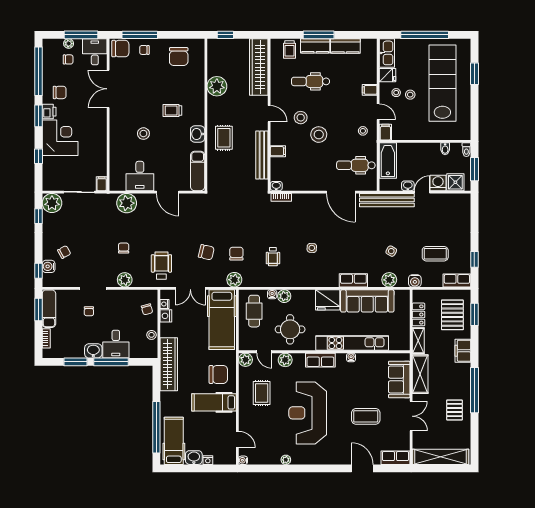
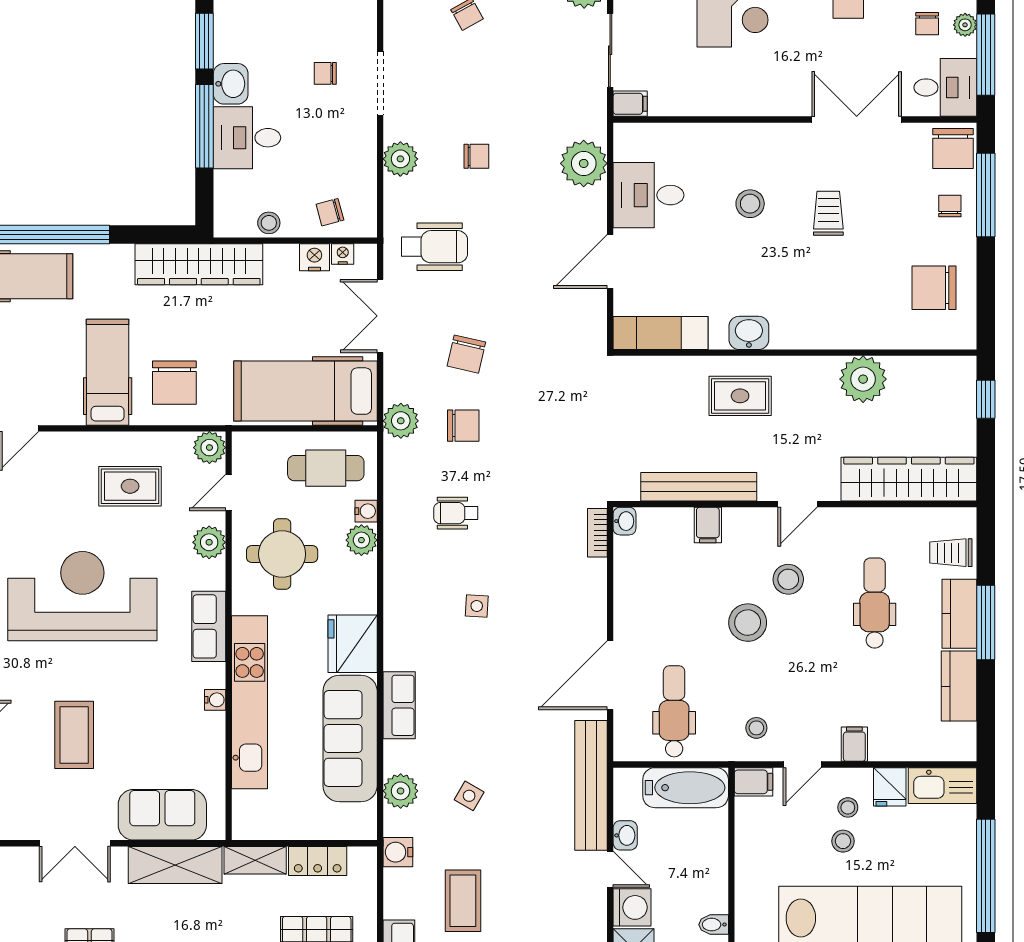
trolley: (172, 110) -> (828, 213), moved

